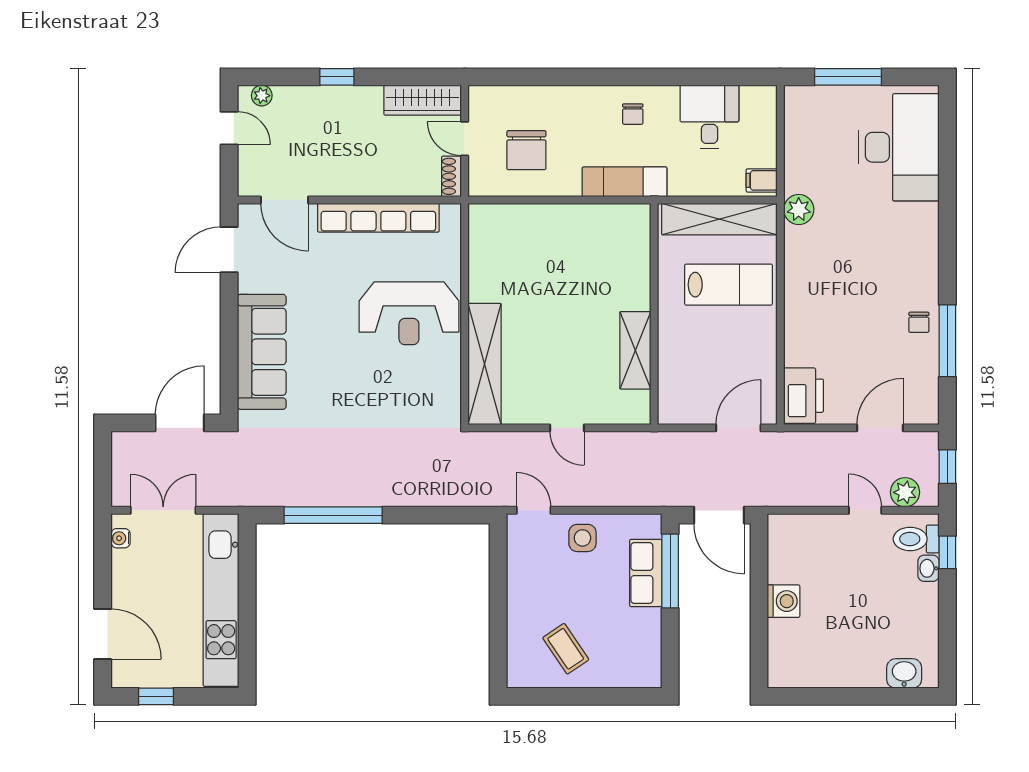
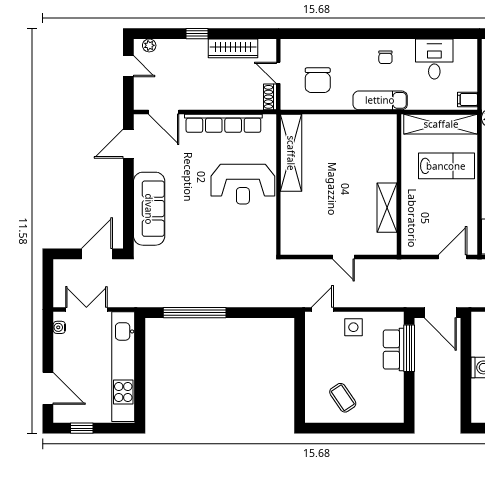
wardrobe: (423, 100) -> (233, 48), moved
shelving: (484, 364) -> (291, 153), moved
door: (534, 510) -> (322, 310), hinge flipped

